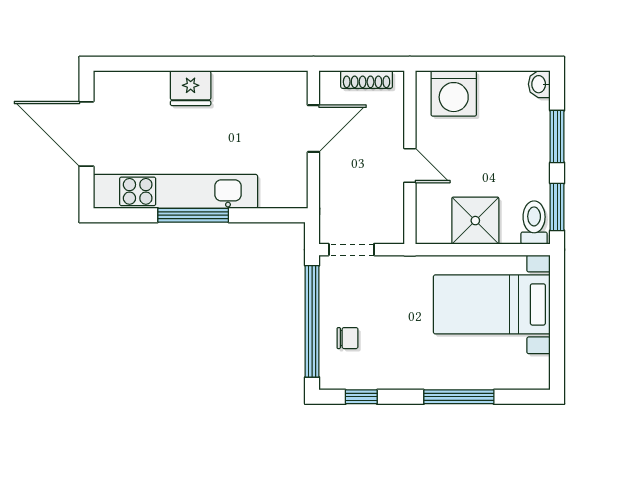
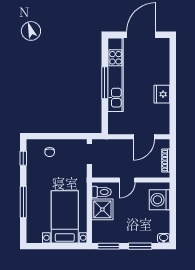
fridge: (191, 88) -> (162, 94), moved
door: (313, 129) -> (144, 137), hinge flipped
toilet: (534, 223) -> (102, 192), moved
window: (312, 321) -> (57, 136), removed

